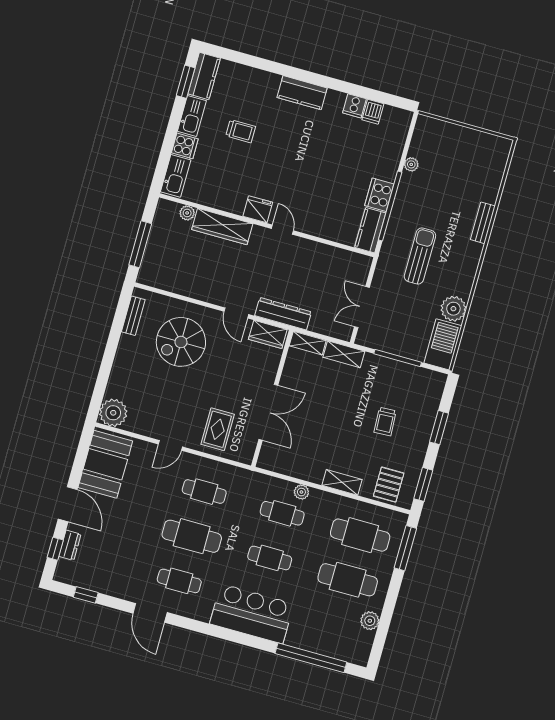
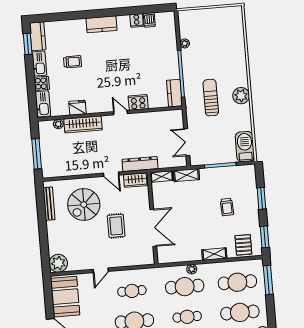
cooker: (379, 195) -> (138, 102), moved, turned 90
fridge: (258, 209) -> (78, 108), moved
bench: (483, 223) -> (242, 63), removed
plant: (453, 309) -> (241, 96), moved
bench: (133, 316) -> (49, 204), width x1.36
rug: (218, 429) -> (116, 226), moved
cafe table: (282, 513) -> (185, 287), width x1.37, depth x1.35

